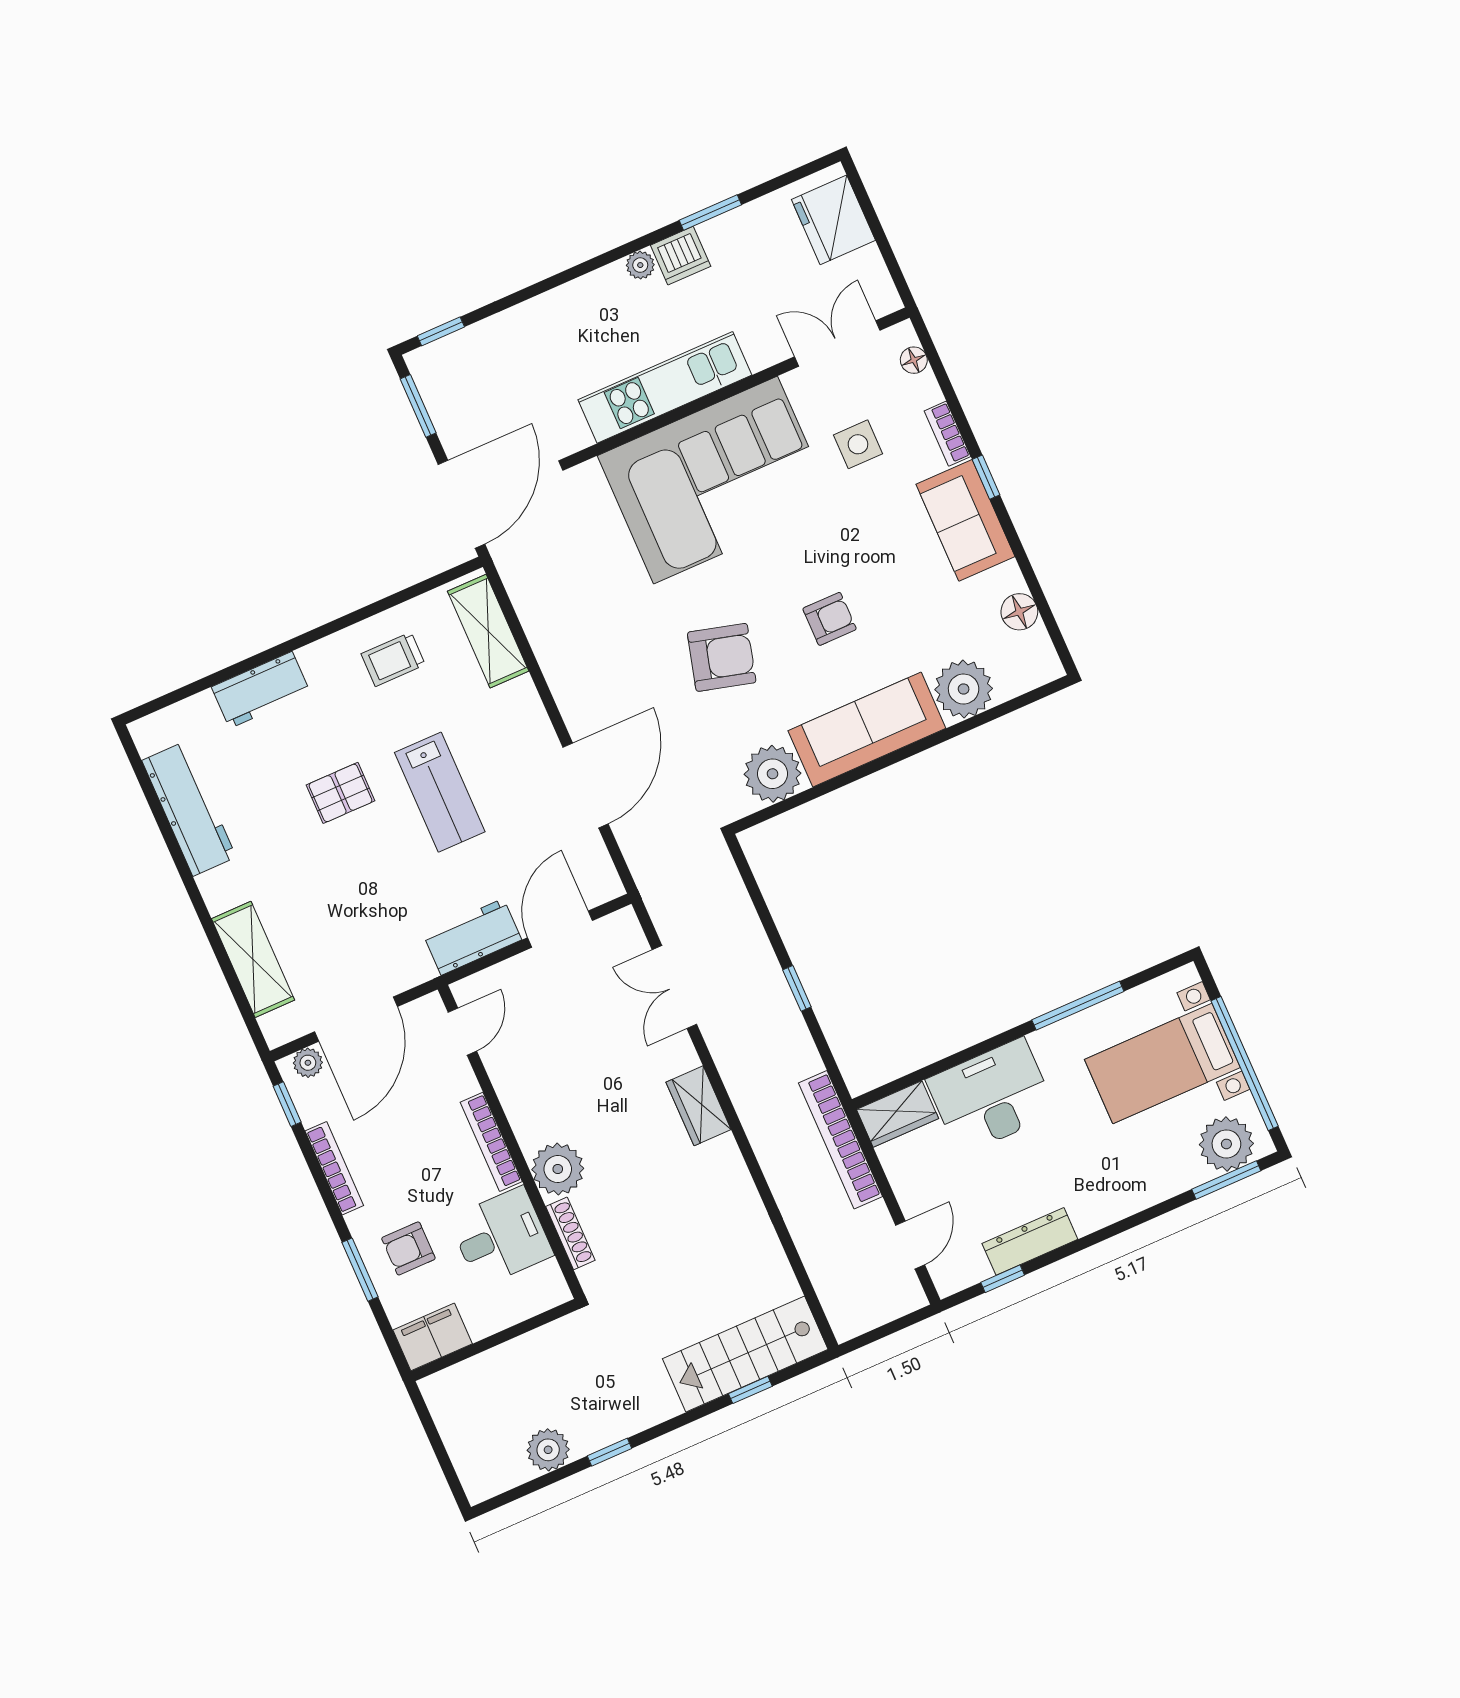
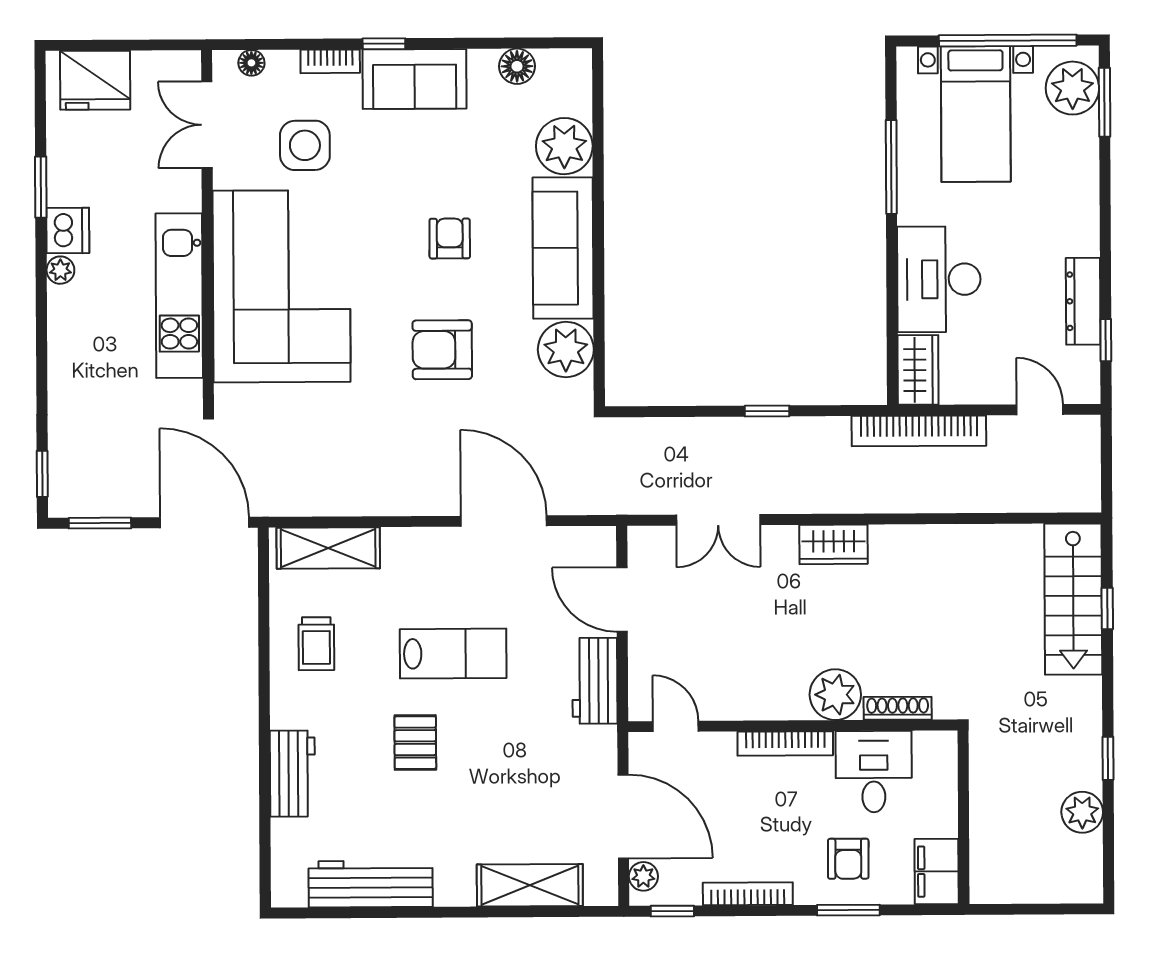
side table: (858, 444) -> (305, 145), width x1.37, depth x1.37
armchair: (722, 657) -> (442, 350), turned -105

